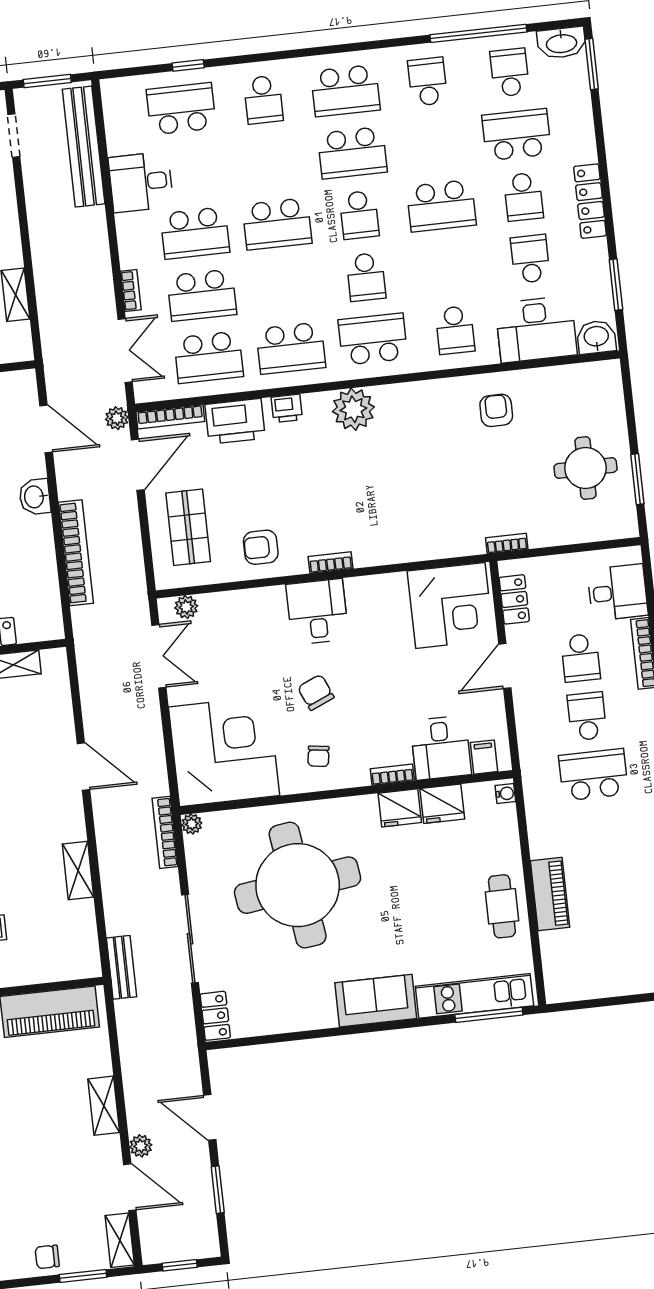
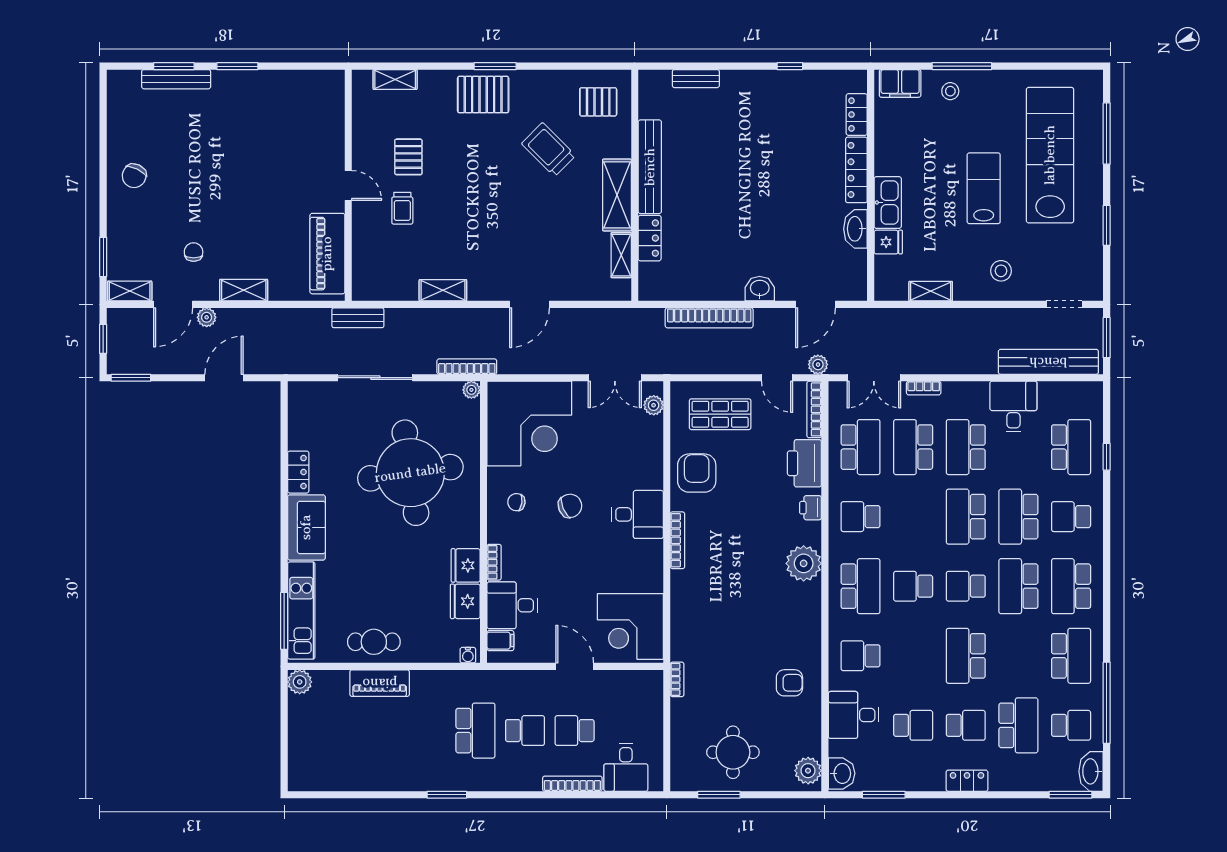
school desk: (428, 82) -> (1071, 656), width x1.85
school desk: (270, 162) -> (1018, 517), added
school desk: (523, 197) -> (966, 725), turned 180
locker: (590, 201) -> (967, 781), width x0.66
desk: (536, 329) -> (854, 715), width x0.73
school desk: (291, 348) -> (860, 517), width x0.54
school desk: (209, 357) -> (860, 447), turned 180
plant: (597, 377) -> (808, 771), added
door: (138, 465) -> (777, 378), width x0.73
armchair: (261, 547) -> (697, 473), width x1.38, depth x1.38
bookcase: (330, 562) -> (677, 540), width x1.56
locker: (514, 599) -> (630, 680), removed
plant: (559, 989) -> (300, 682), added
locker: (215, 1016) -> (298, 472), moved, turned -90
window: (218, 1190) -> (131, 378), moved
chair: (47, 1257) -> (194, 252), moved

